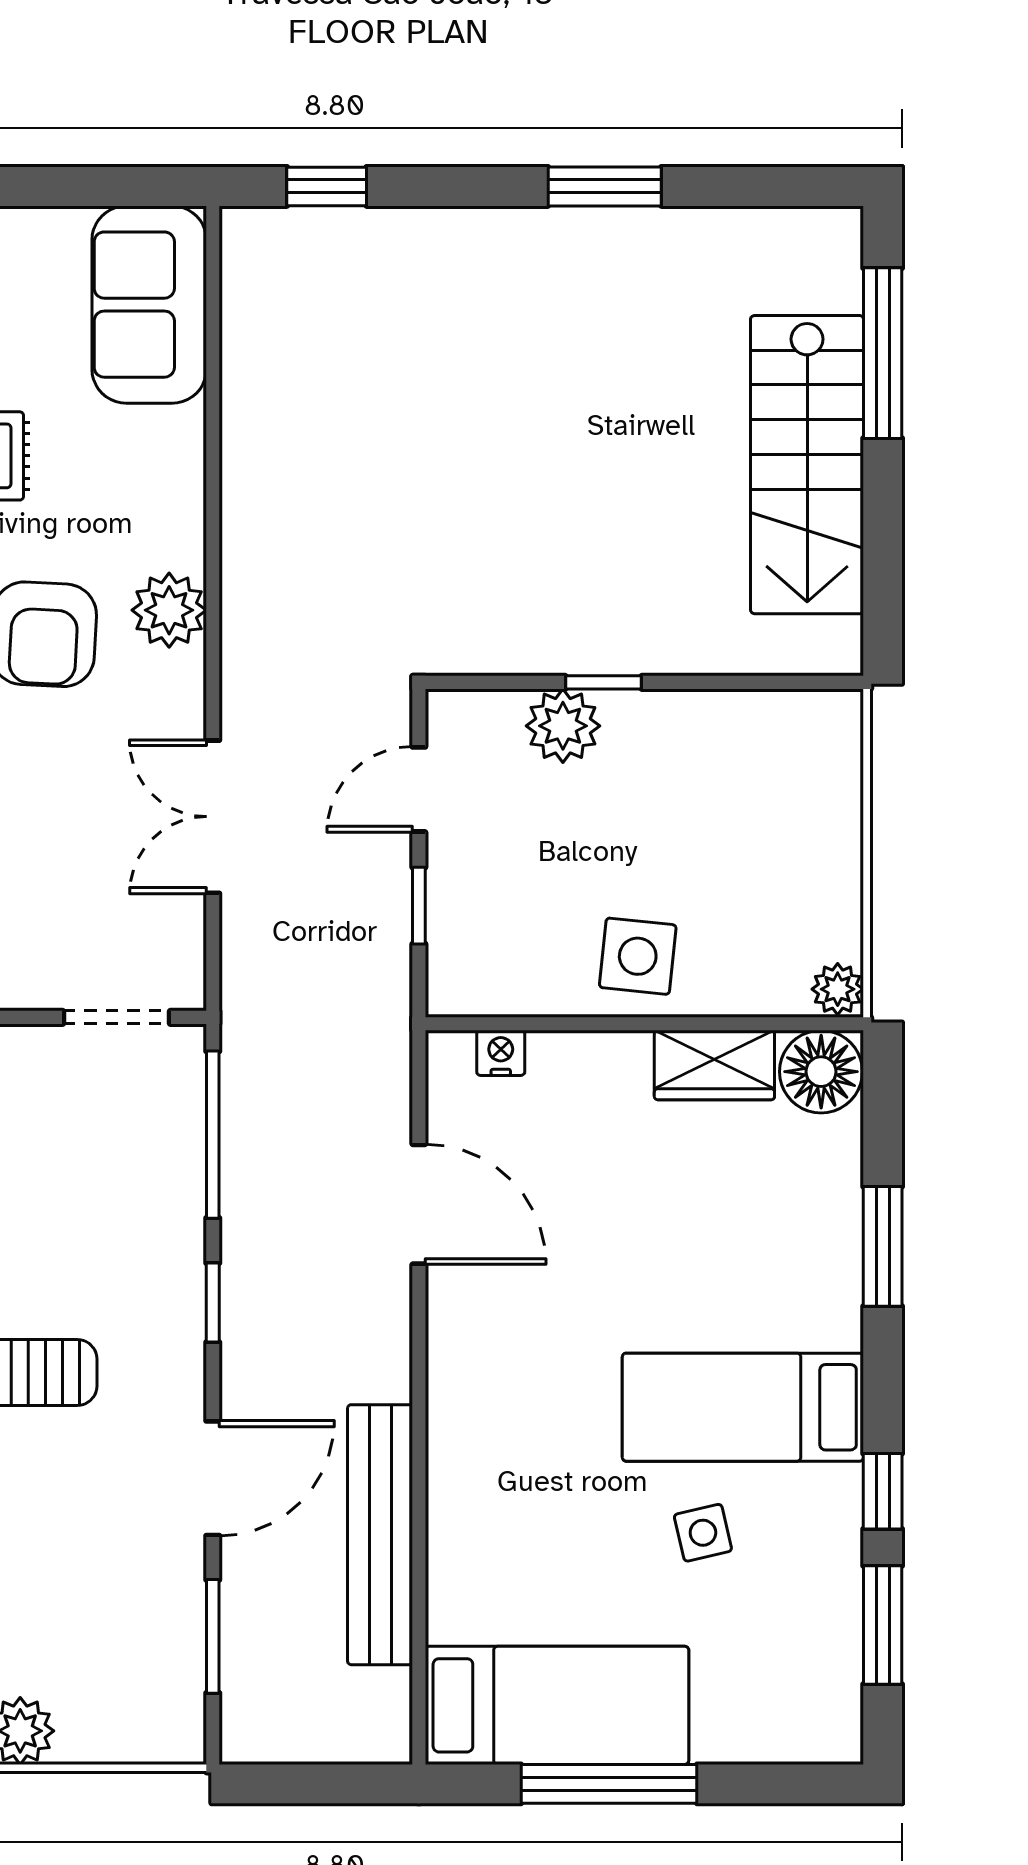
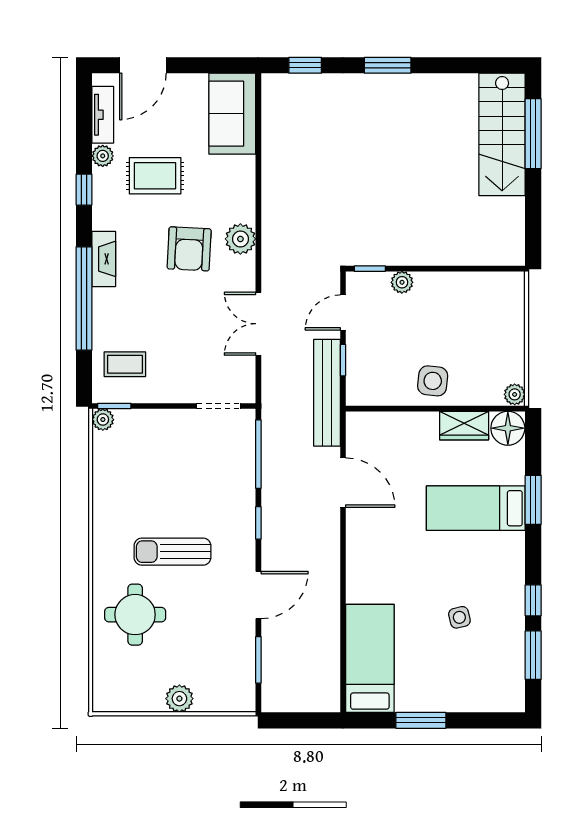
window: (605, 186) -> (388, 65), moved
stairs: (807, 465) -> (502, 134), moved
window: (603, 682) -> (370, 269), moved
plant: (563, 726) -> (402, 282), width x0.73, depth x0.73
nightstand: (501, 1053) -> (376, 421), removed
bed: (743, 1407) -> (476, 508), moved
bench: (380, 1535) -> (327, 393), moved
bed: (557, 1705) -> (370, 658), moved, turned -90
window: (609, 1784) -> (421, 720), width x0.69

